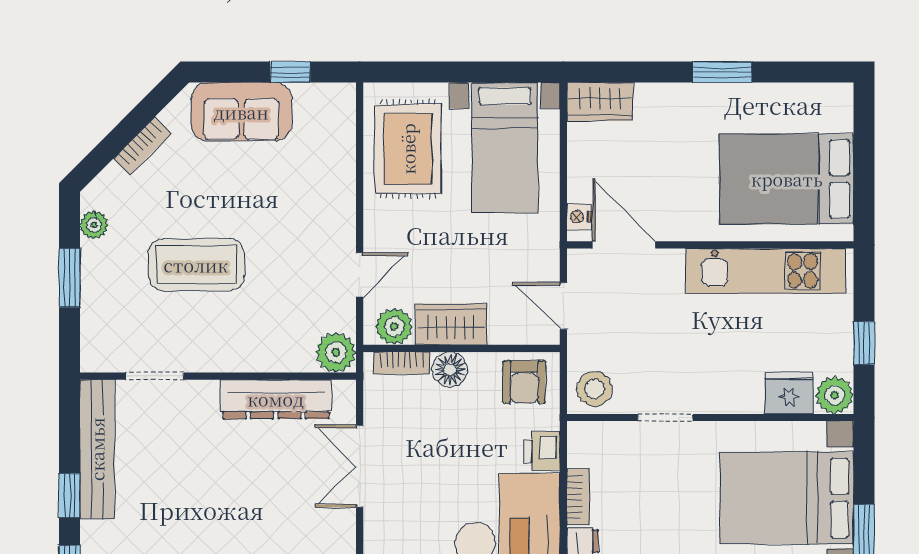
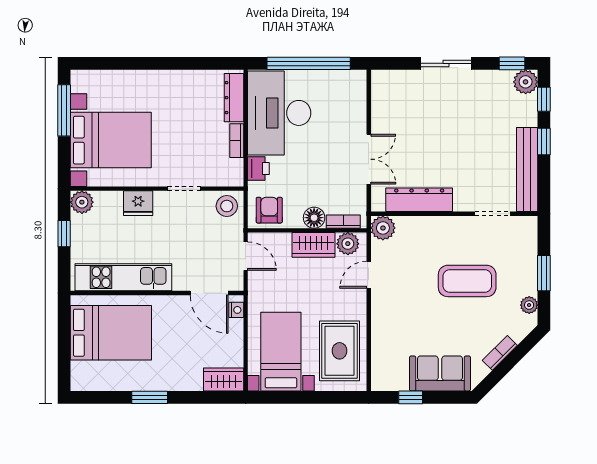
fridge: (789, 393) -> (138, 203), moved

